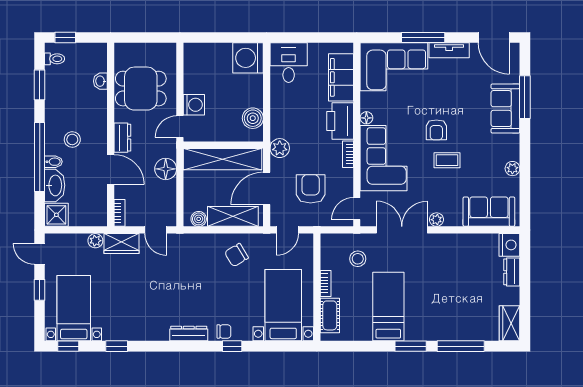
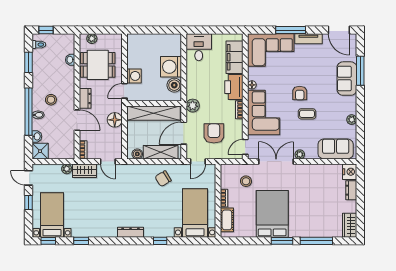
plant: (132, 50) -> (92, 39), added
washing machine: (248, 58) -> (171, 67), moved
washbasin: (55, 185) -> (37, 136), width x0.52, depth x0.69
bed: (388, 306) -> (272, 214), width x1.50
chair: (224, 331) -> (154, 231), removed

